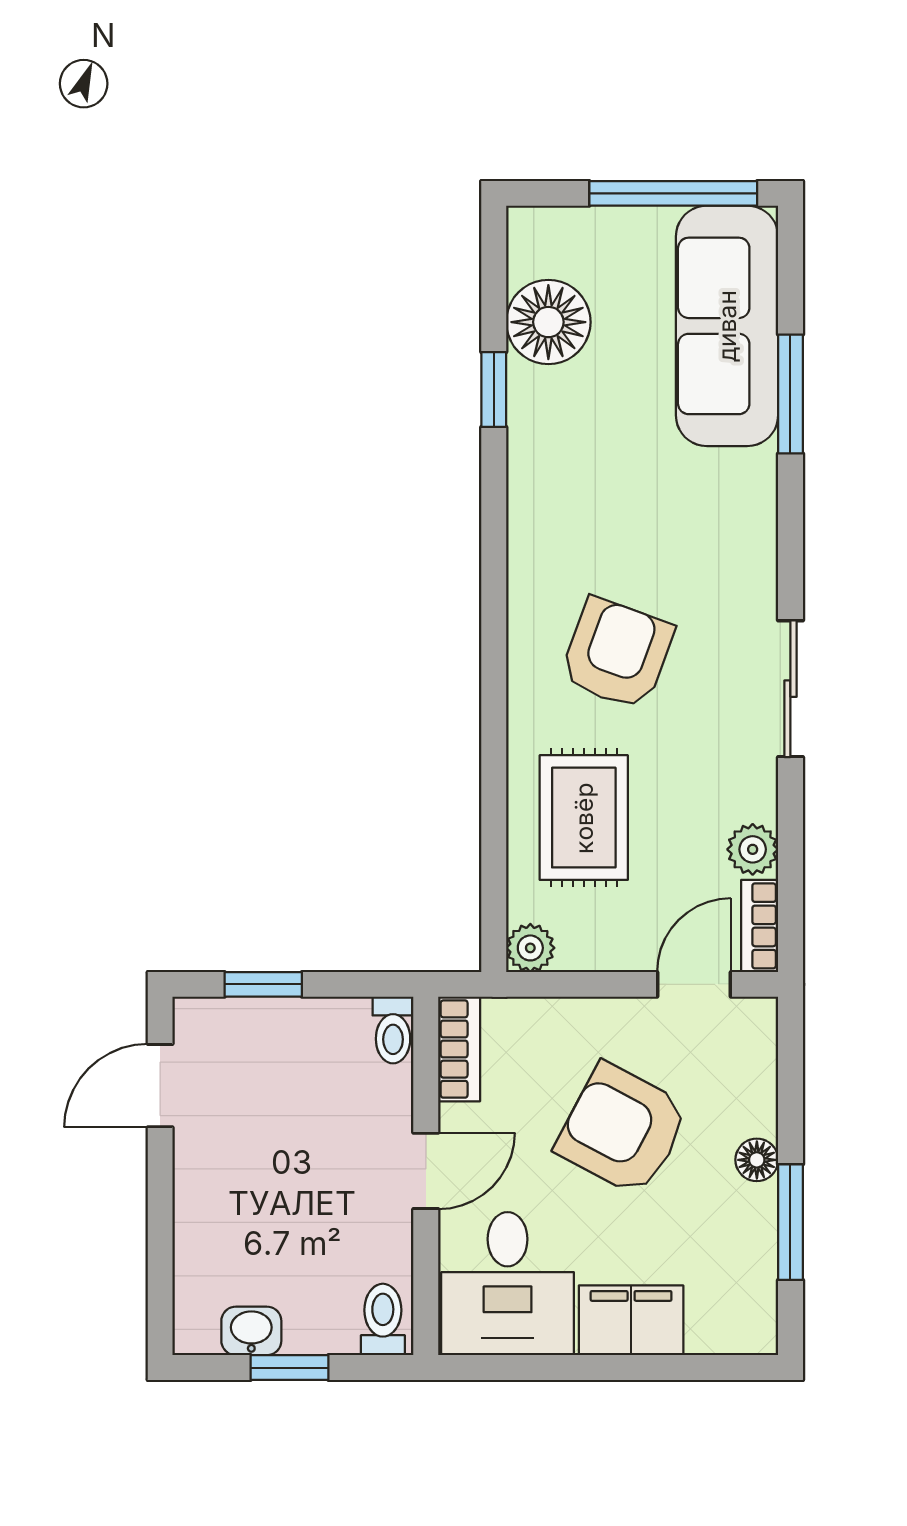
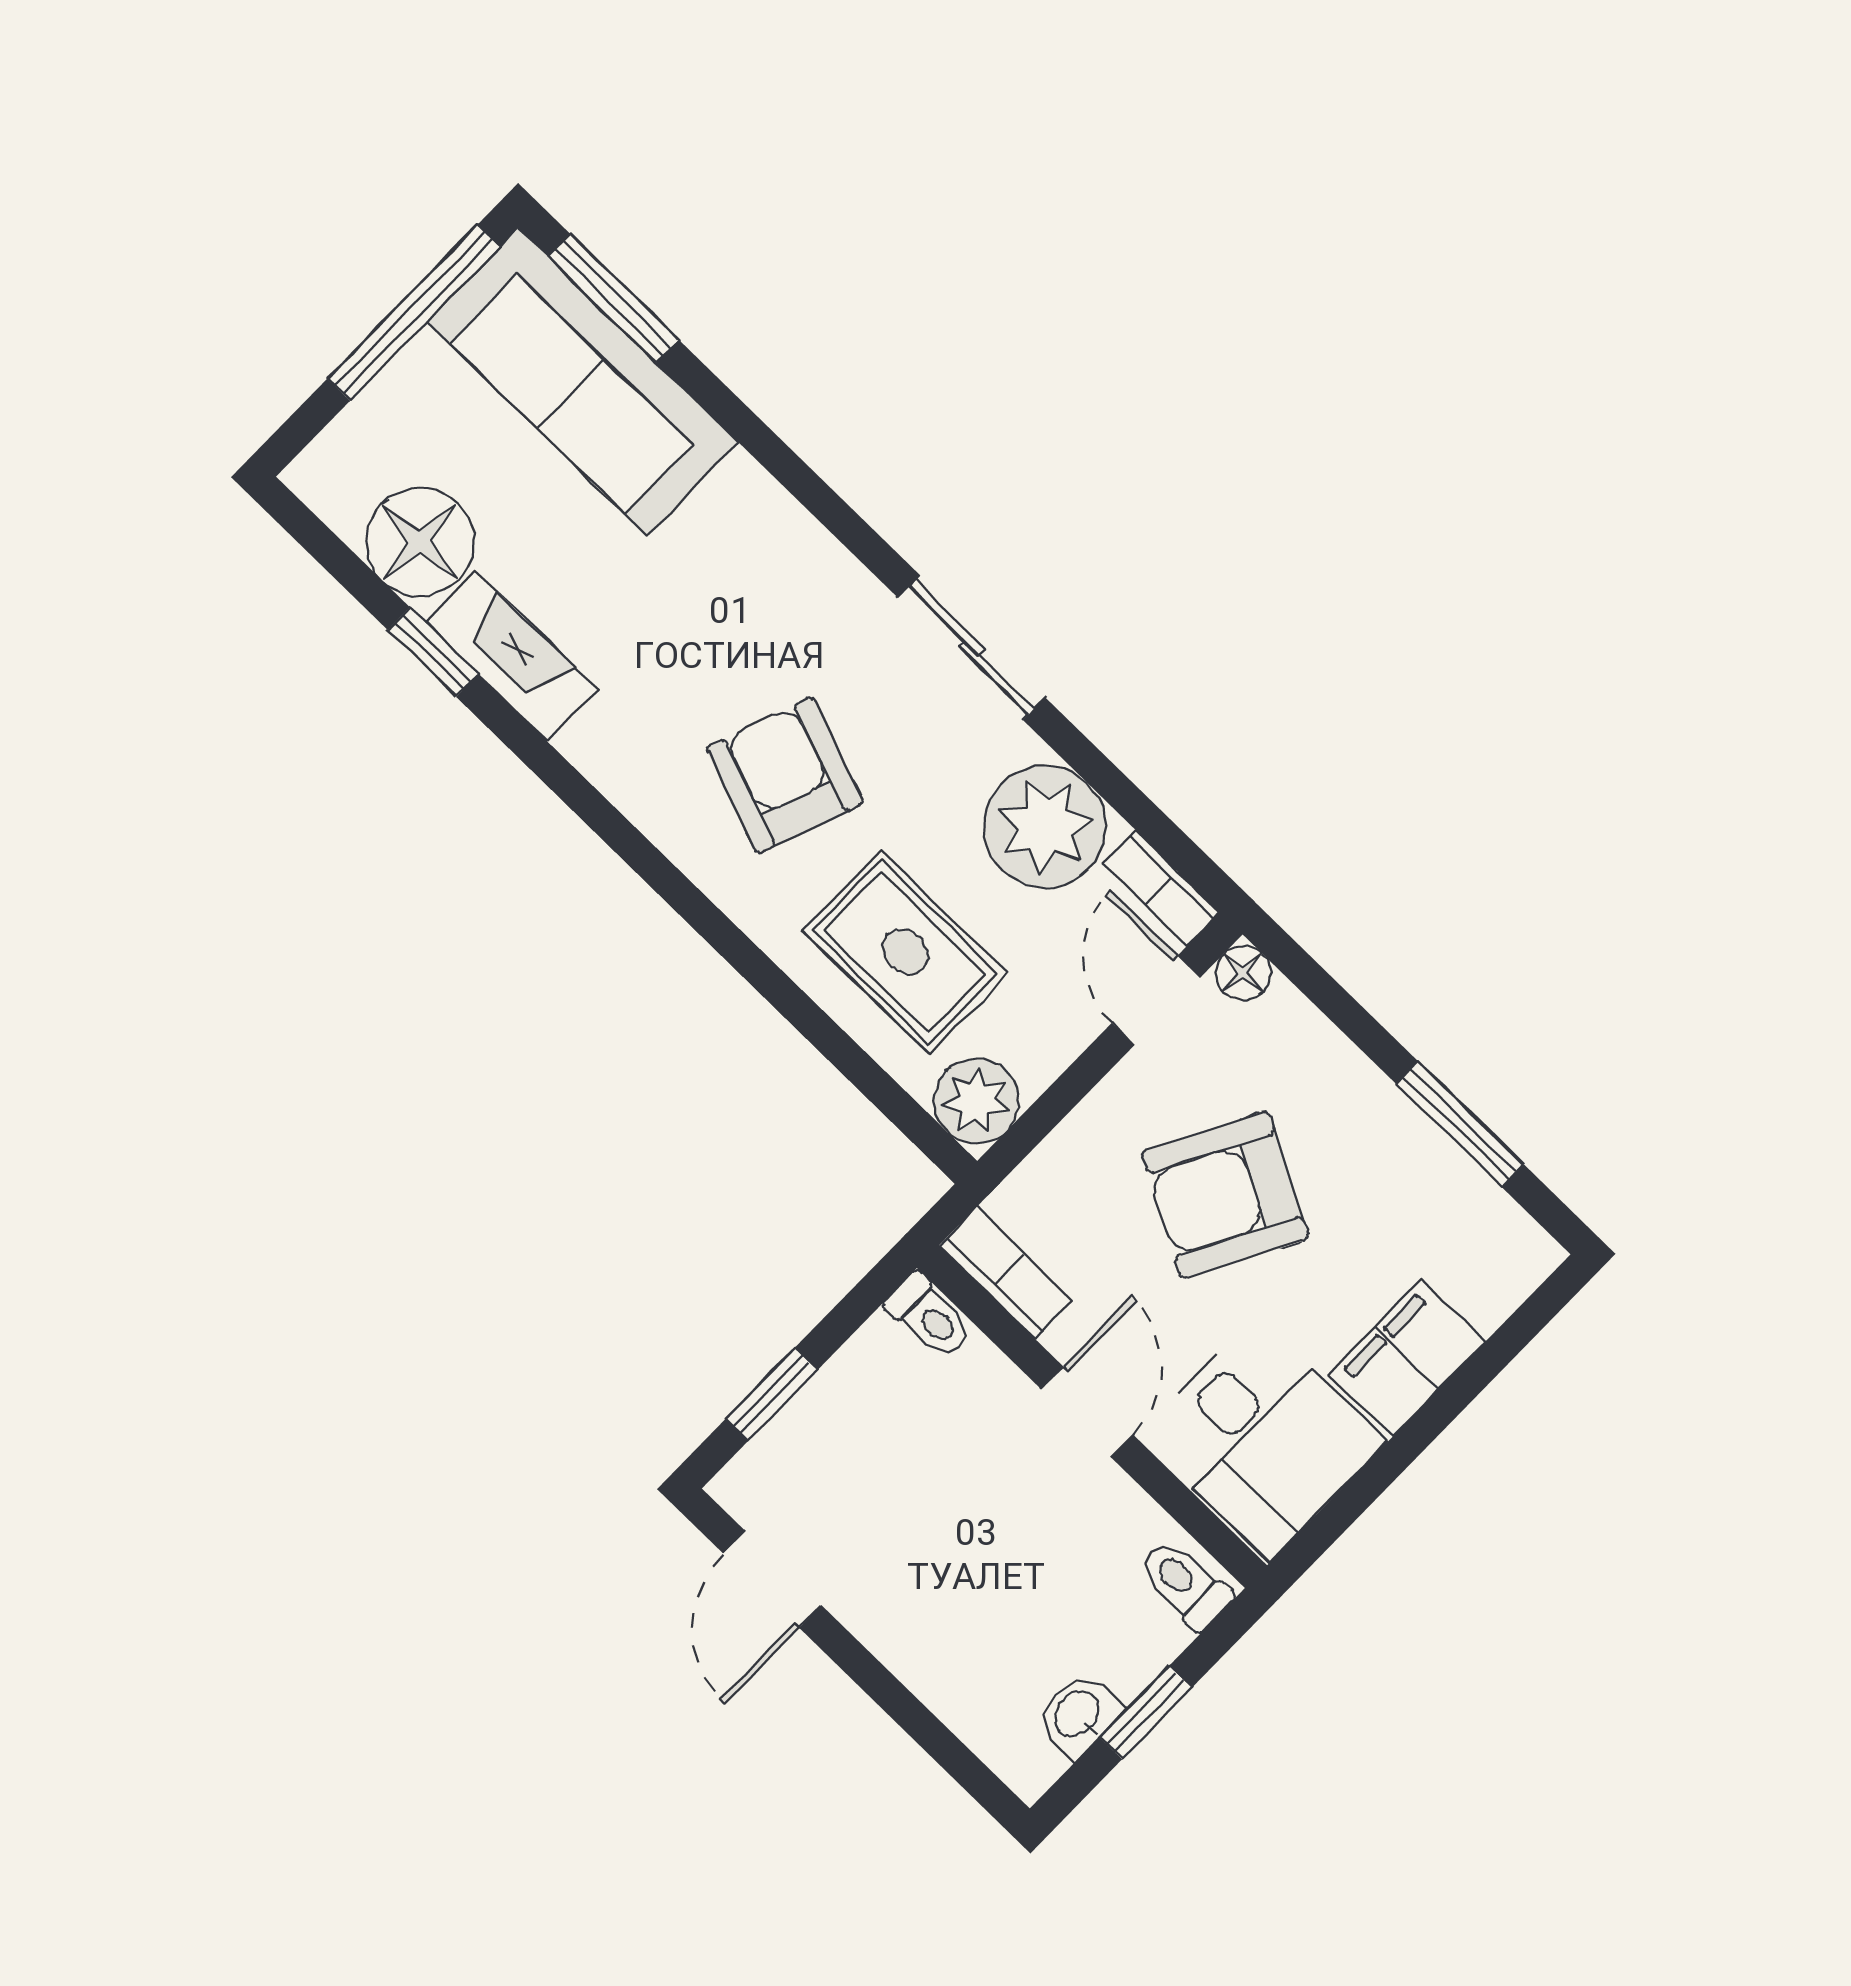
window: (790, 394) -> (613, 298), moved
fireplace: (534, 435) -> (511, 656), added
plant: (753, 849) -> (1045, 826), width x1.88, depth x1.88
plant: (530, 948) -> (976, 1101), width x1.38, depth x1.38
floor lamp: (757, 1160) -> (1243, 973), moved

